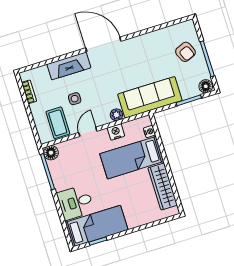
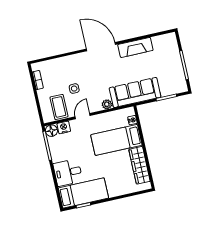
armchair: (185, 52) -> (167, 58), removed
fireplace: (69, 66) -> (135, 47), moved
floor lamp: (206, 86) -> (181, 87), removed
nightstand: (116, 132) -> (64, 127), moved

